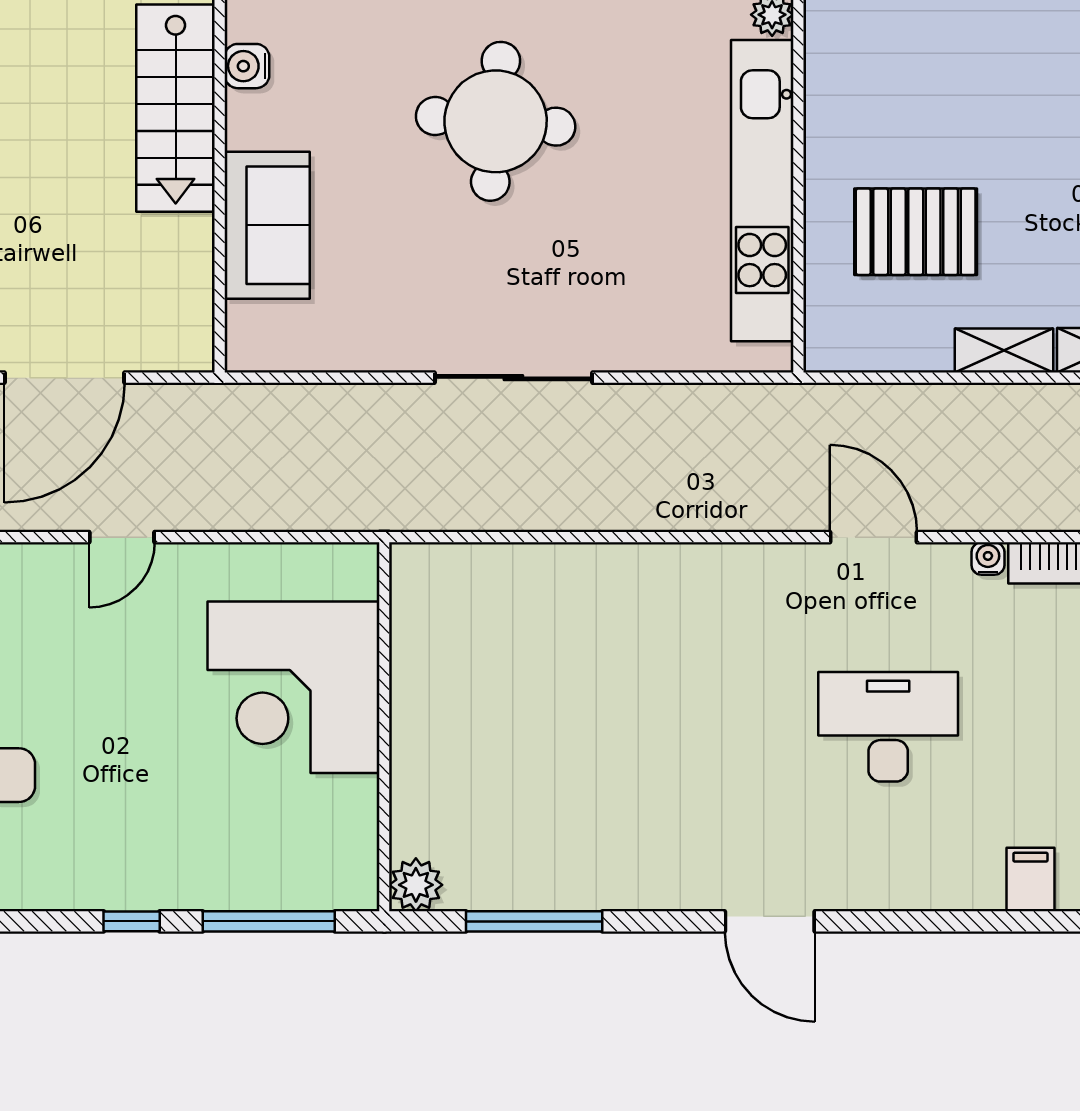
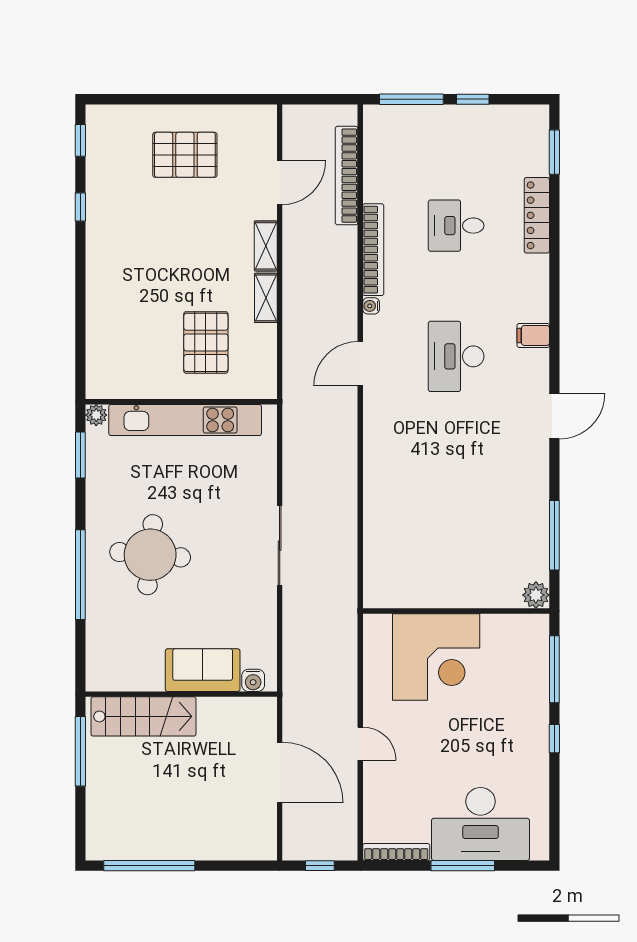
water cooler: (247, 66) -> (253, 680), moved
filing cabinet: (1030, 879) -> (533, 335), moved

